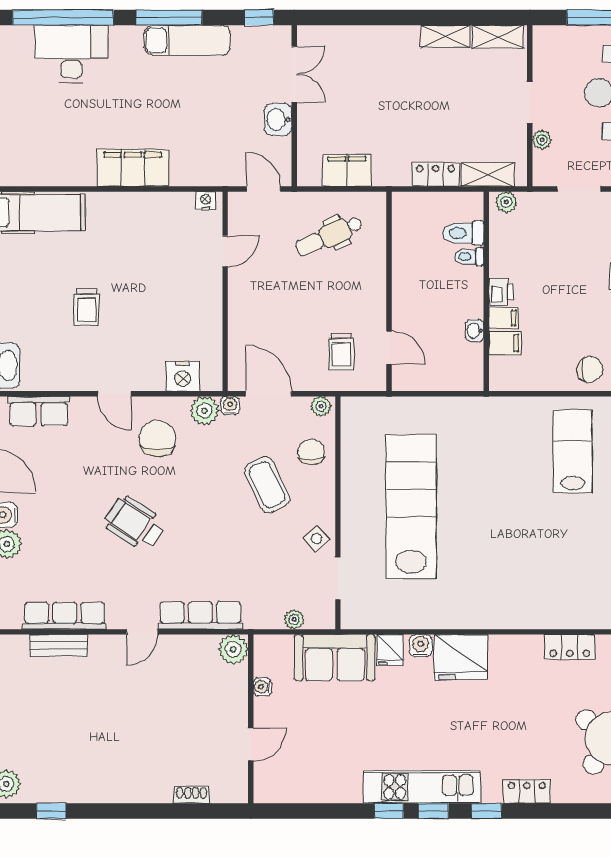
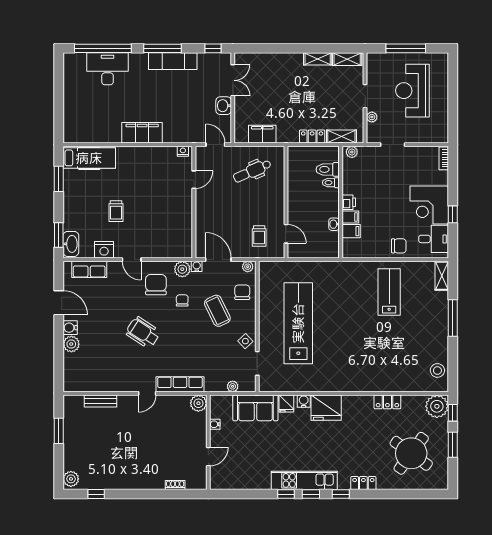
nightstand: (183, 376) -> (104, 250), moved
chair: (204, 466) -> (182, 300), added
row of seats: (65, 616) -> (104, 384), removed

